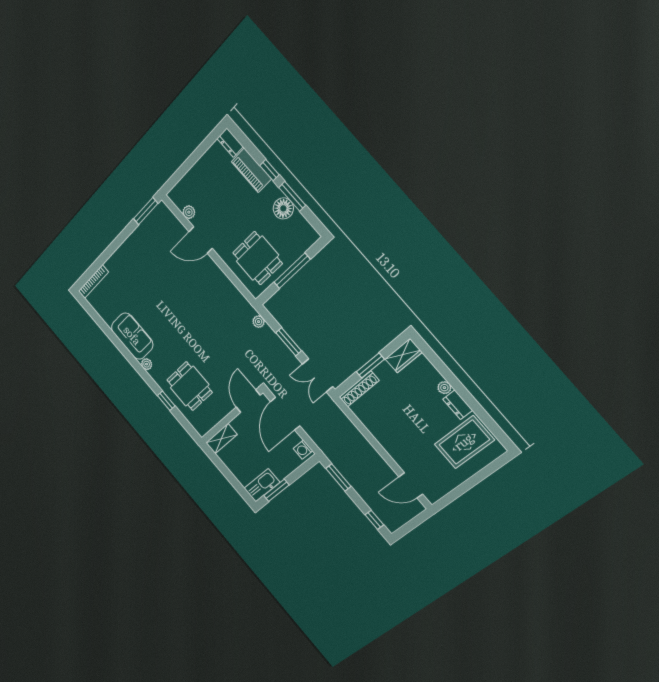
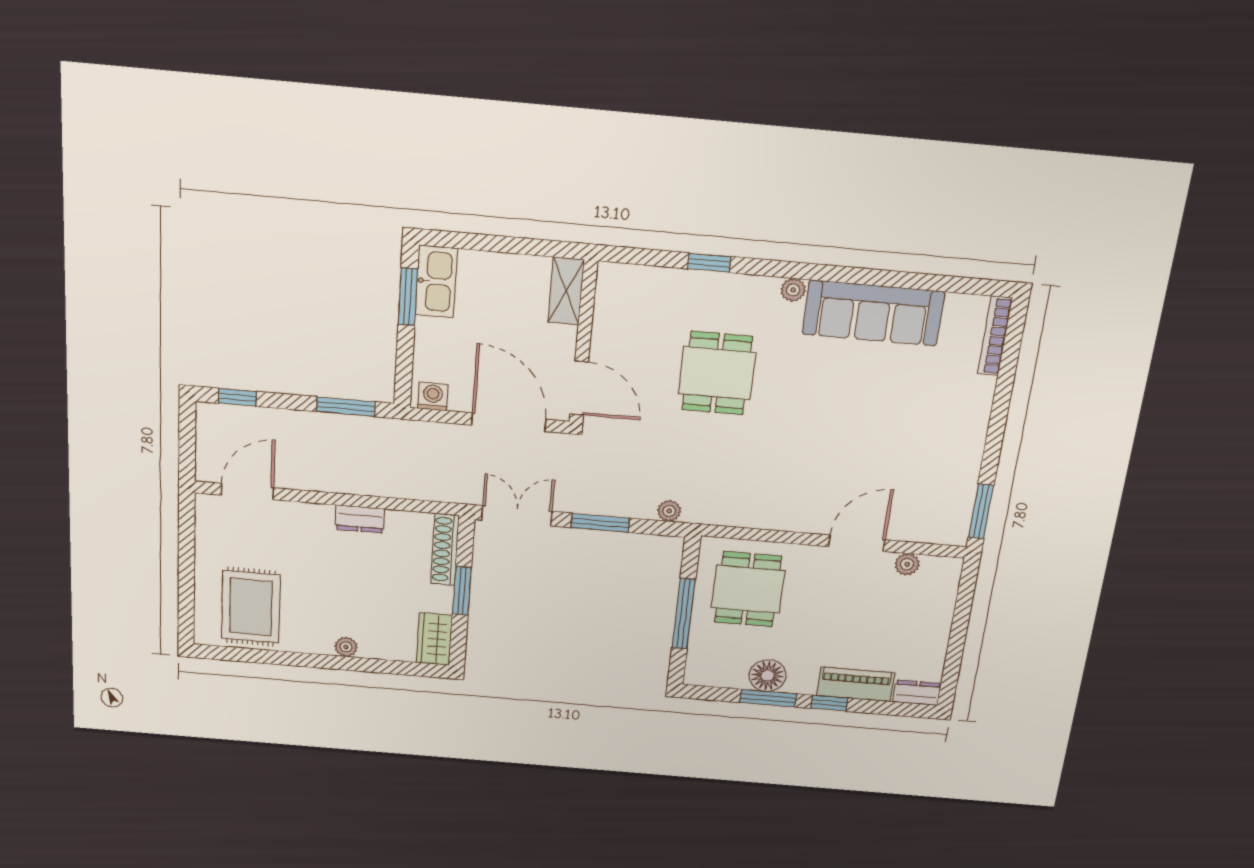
dining table: (257, 258) -> (748, 589), turned 90
sofa: (132, 336) -> (873, 313), width x1.36
dining table: (189, 386) -> (717, 373), moved, turned 90
dresser: (458, 405) -> (360, 519), moved, turned 180

